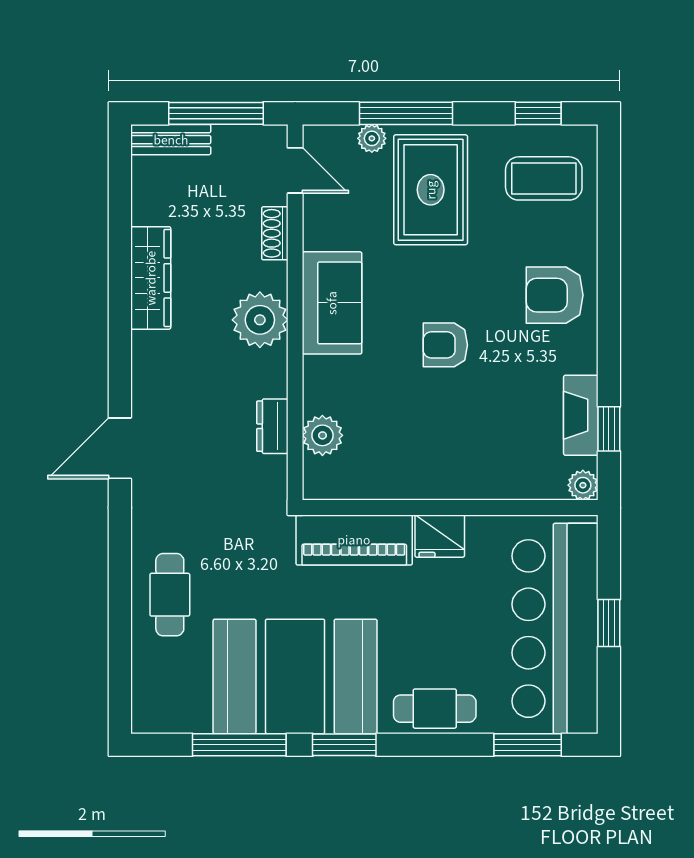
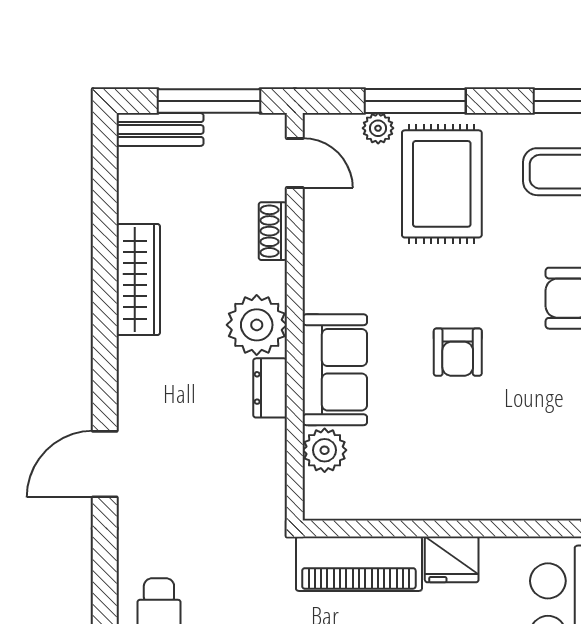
sofa: (332, 303) -> (335, 370), moved
armchair: (445, 345) -> (458, 352), turned -90
dresser: (272, 426) -> (270, 388), moved

